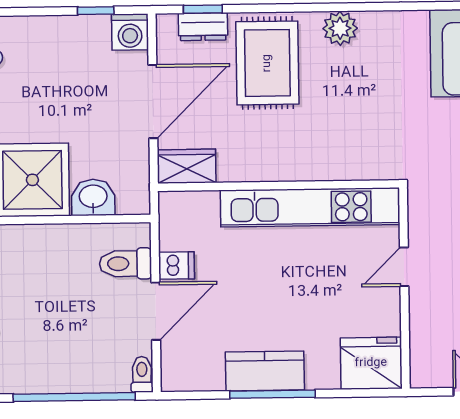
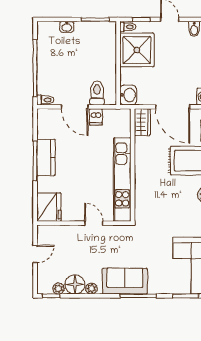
washbasin: (93, 197) -> (128, 95), moved

